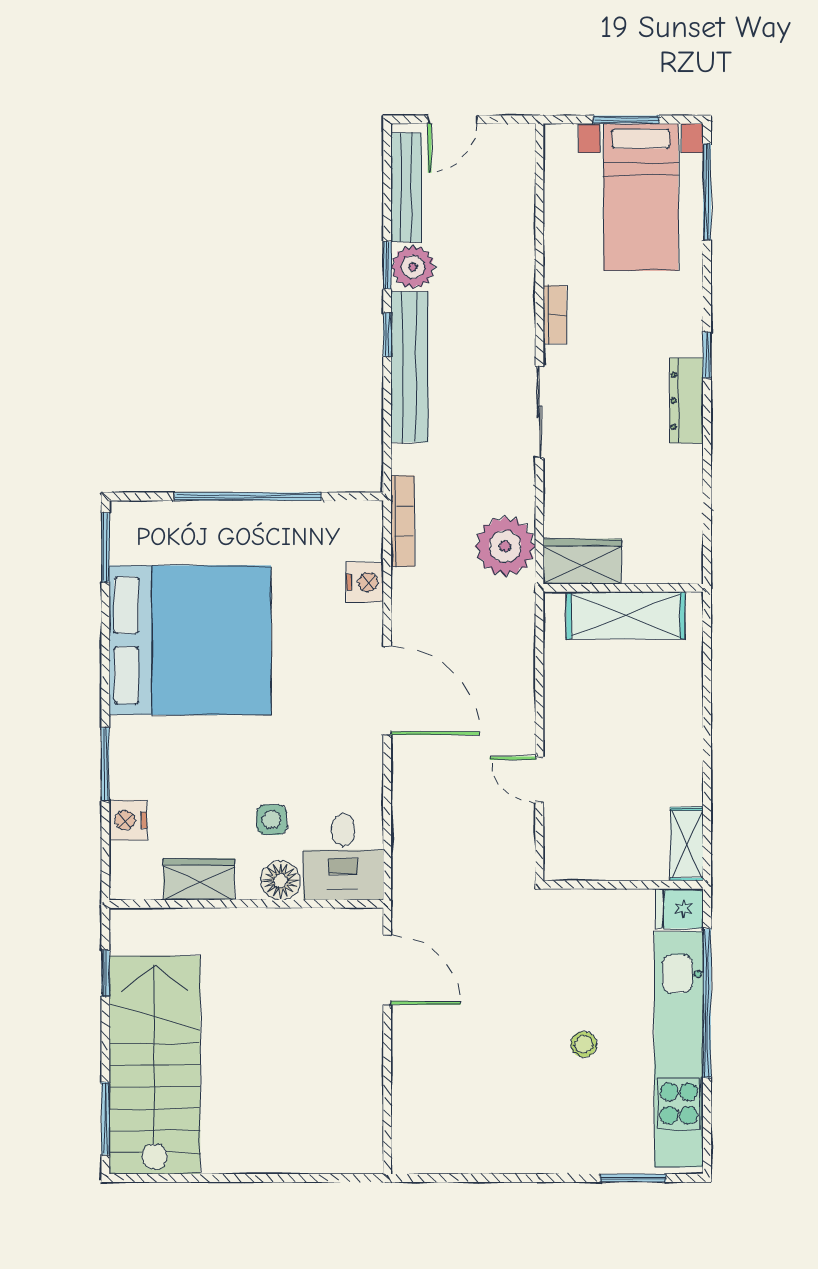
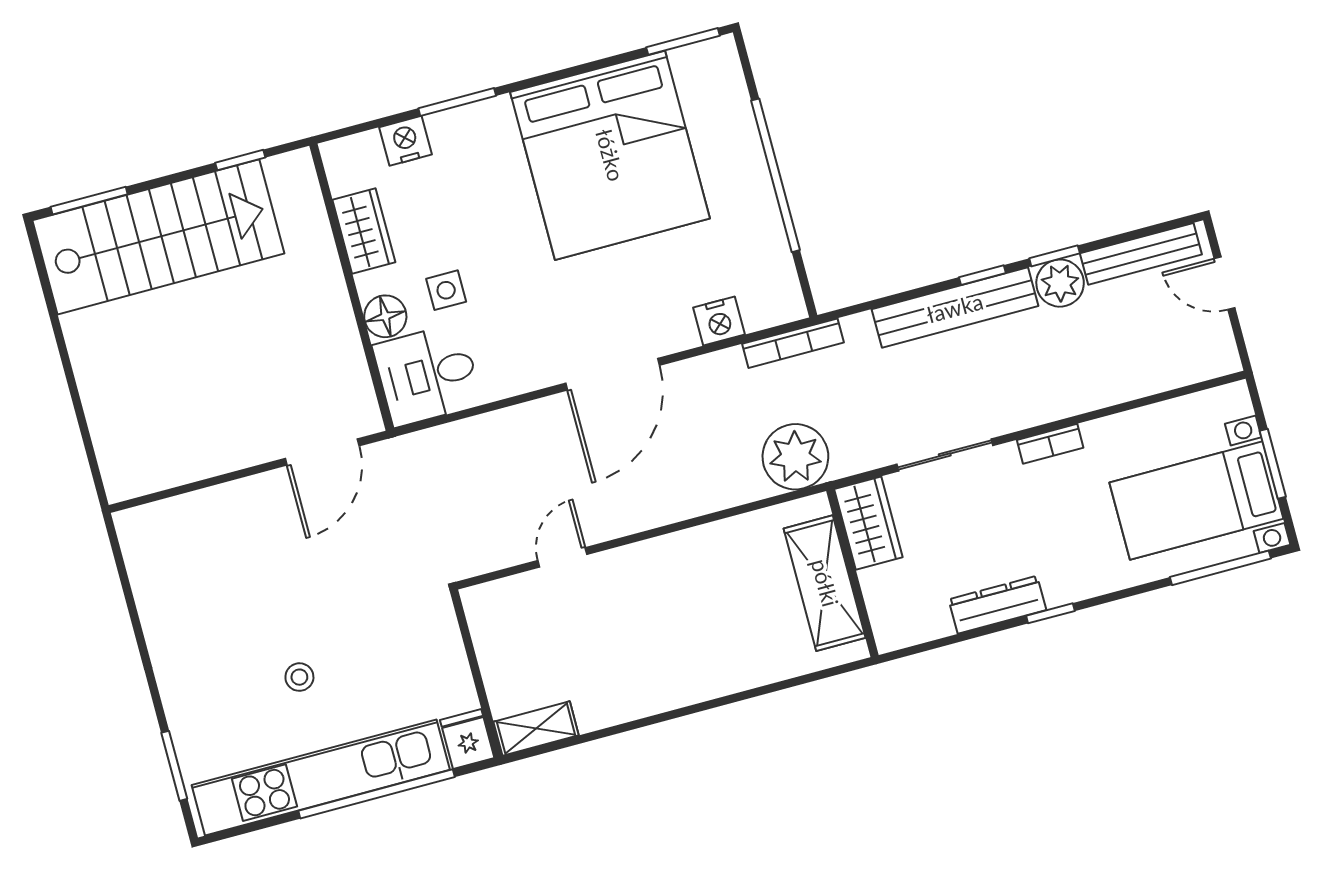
wardrobe: (582, 561) -> (868, 523), moved
wall: (623, 588) -> (852, 573), moved
shelving: (626, 615) -> (825, 583), moved

